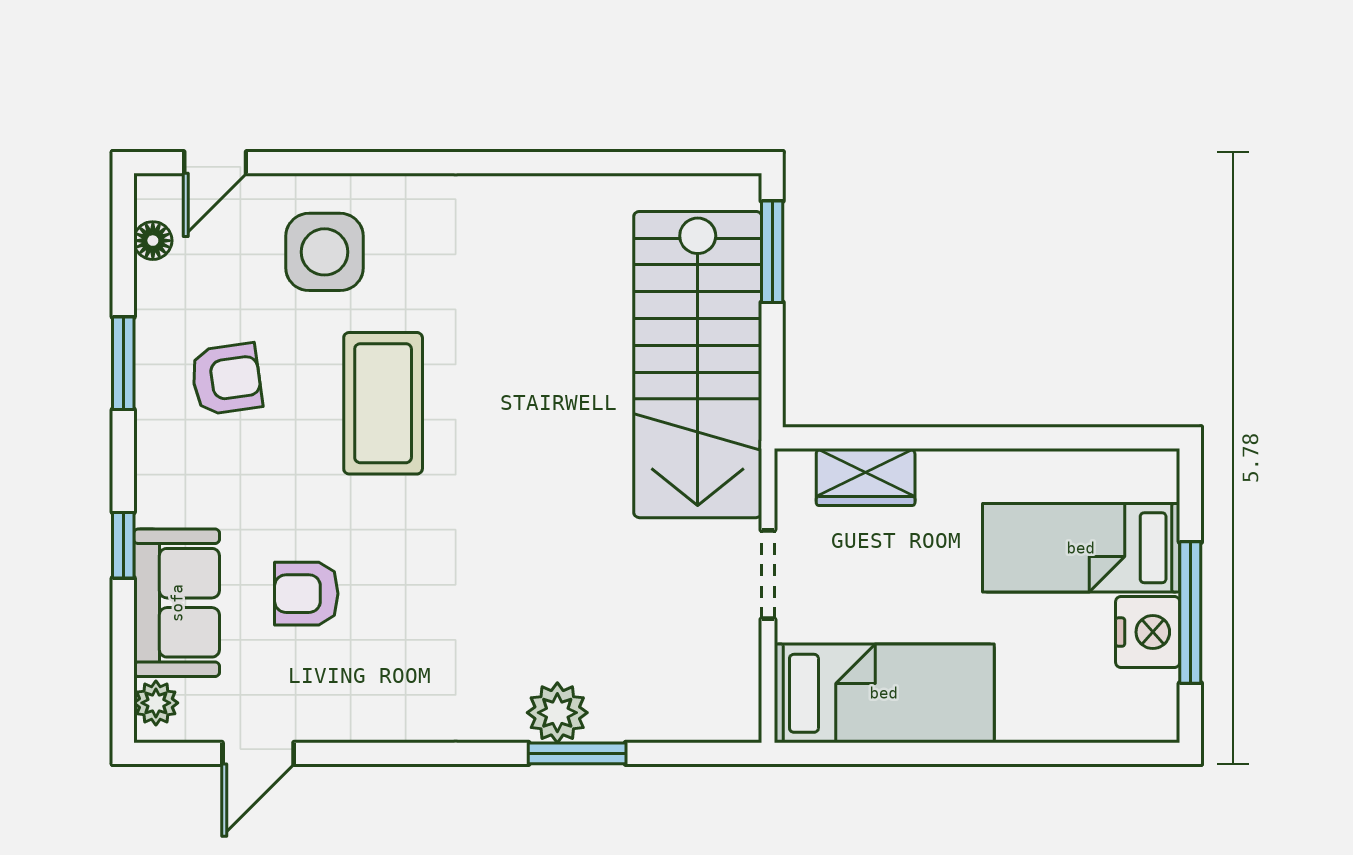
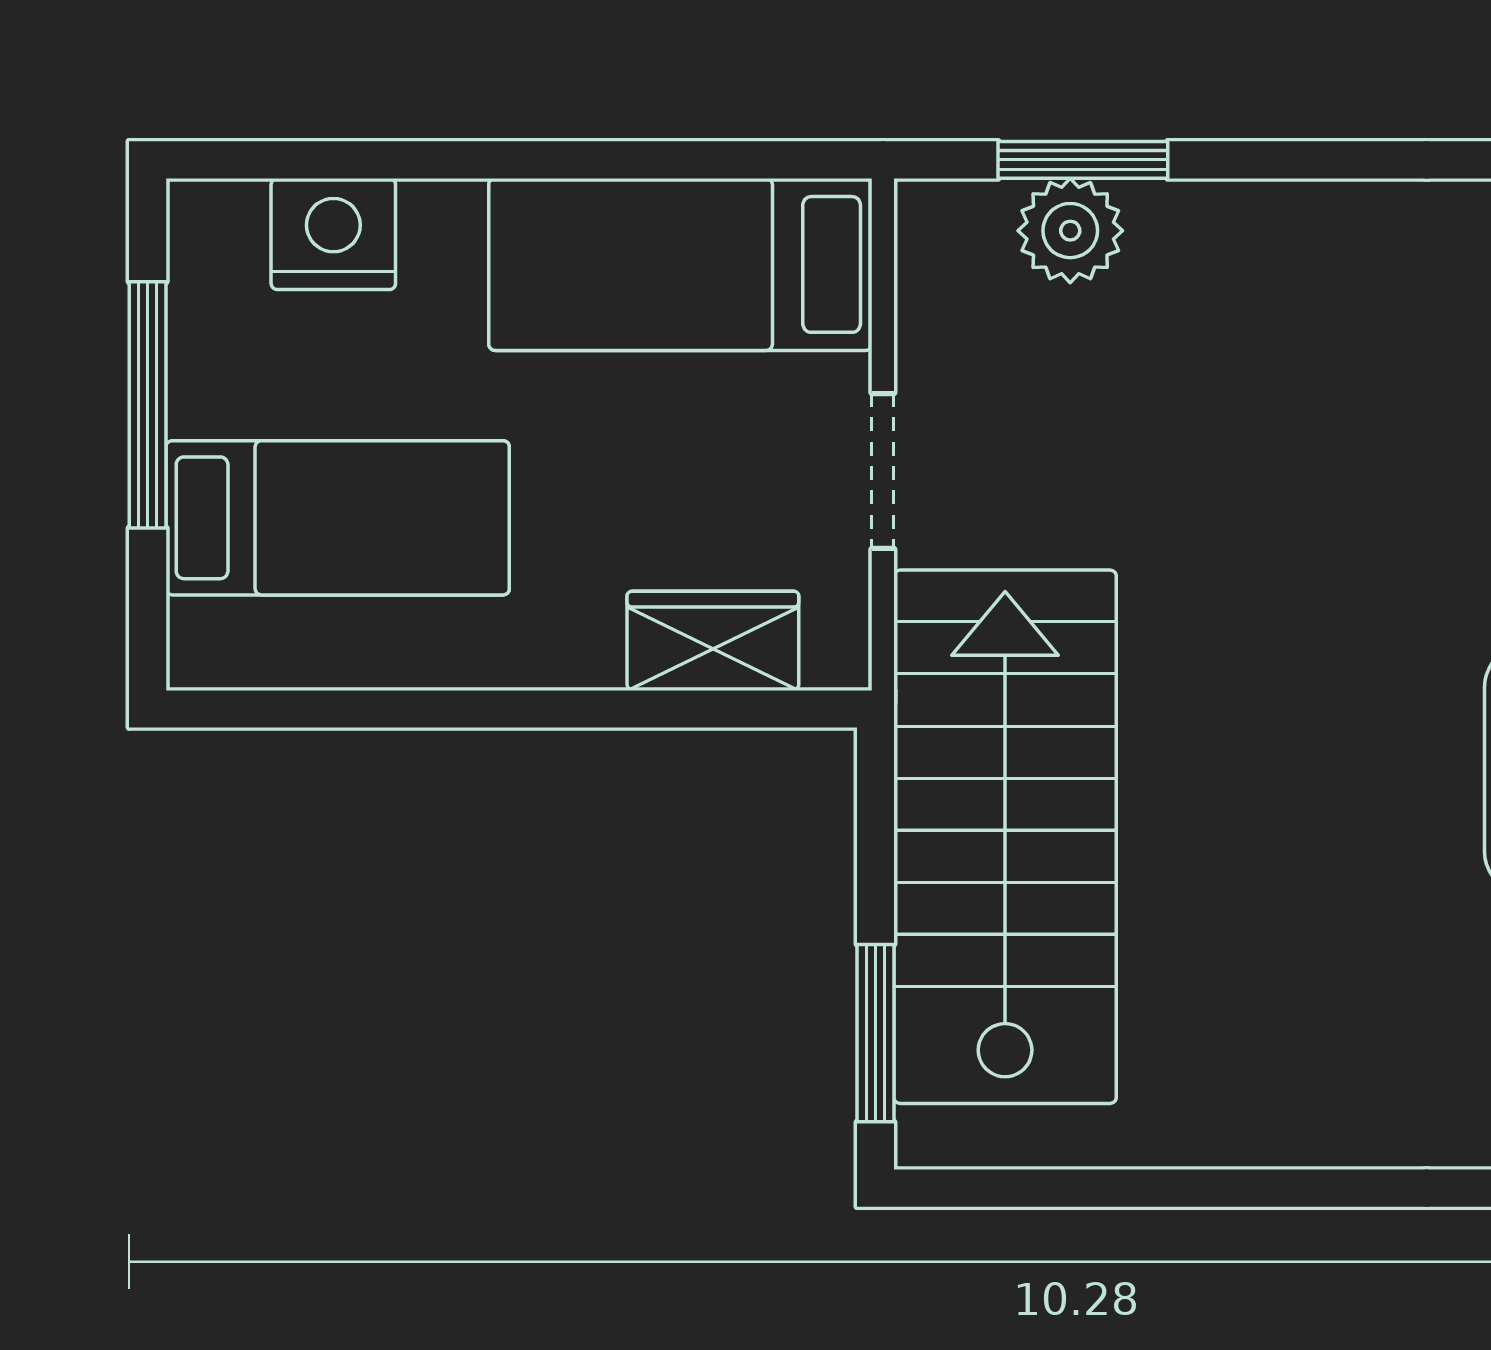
nightstand: (1148, 632) -> (333, 234), moved, turned 90
plant: (557, 713) -> (1070, 231), moved
window: (577, 753) -> (1083, 160), moved

